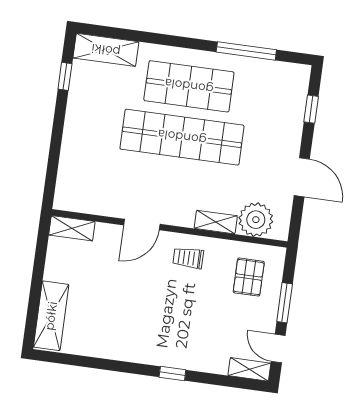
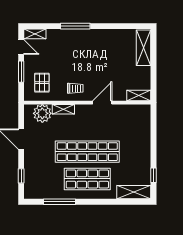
window: (172, 374) -> (75, 26), width x2.17

